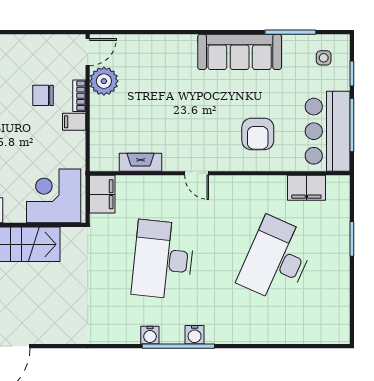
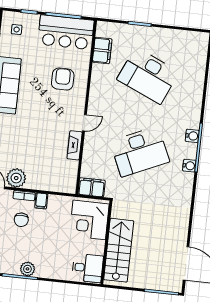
armchair: (258, 134) -> (63, 79), turned -90
fireplace: (141, 162) -> (75, 145), moved
desk: (163, 260) -> (140, 151), turned -30

